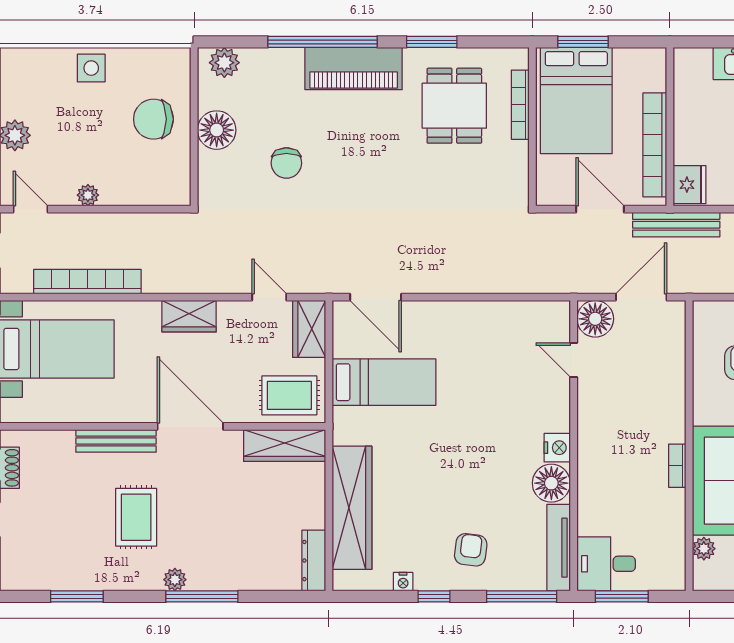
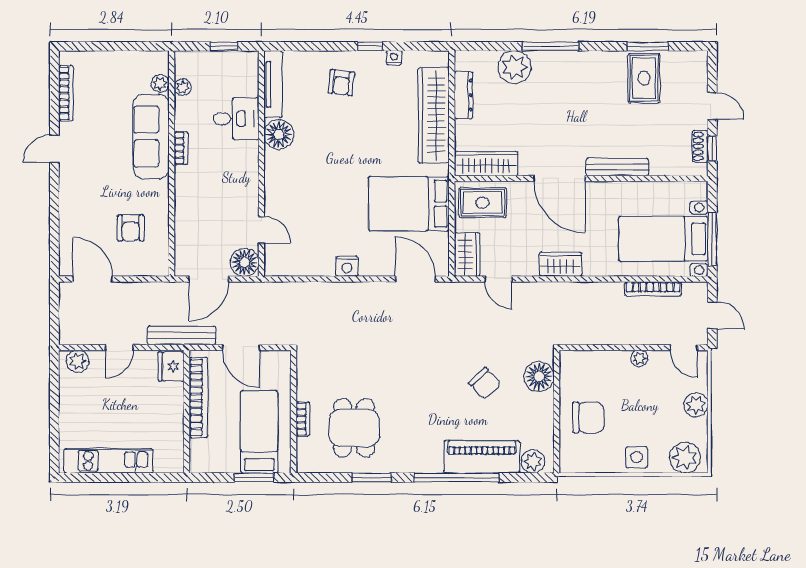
plant: (29, 68) -> (685, 458), added
piano: (354, 69) -> (482, 457), moved
bed: (576, 101) -> (259, 432), width x0.67
bookcase: (520, 105) -> (303, 419), width x0.64
floor lamp: (217, 130) -> (539, 377), moved
chair: (286, 163) -> (485, 383), turned 137
bookcase: (87, 282) -> (653, 289), width x0.68, depth x0.76
bed: (384, 382) -> (409, 204), width x1.50
nightstand: (557, 448) -> (347, 266), moved, turned -90
rug: (136, 517) -> (644, 78), moved
plant: (675, 544) -> (183, 87), added
dresser: (314, 561) -> (464, 95), moved
desk: (606, 564) -> (236, 119), moved
plant: (175, 580) -> (514, 67), moved, width x1.88, depth x1.88
window: (522, 596) -> (302, 46), removed
window: (622, 596) -> (224, 46), width x0.67

